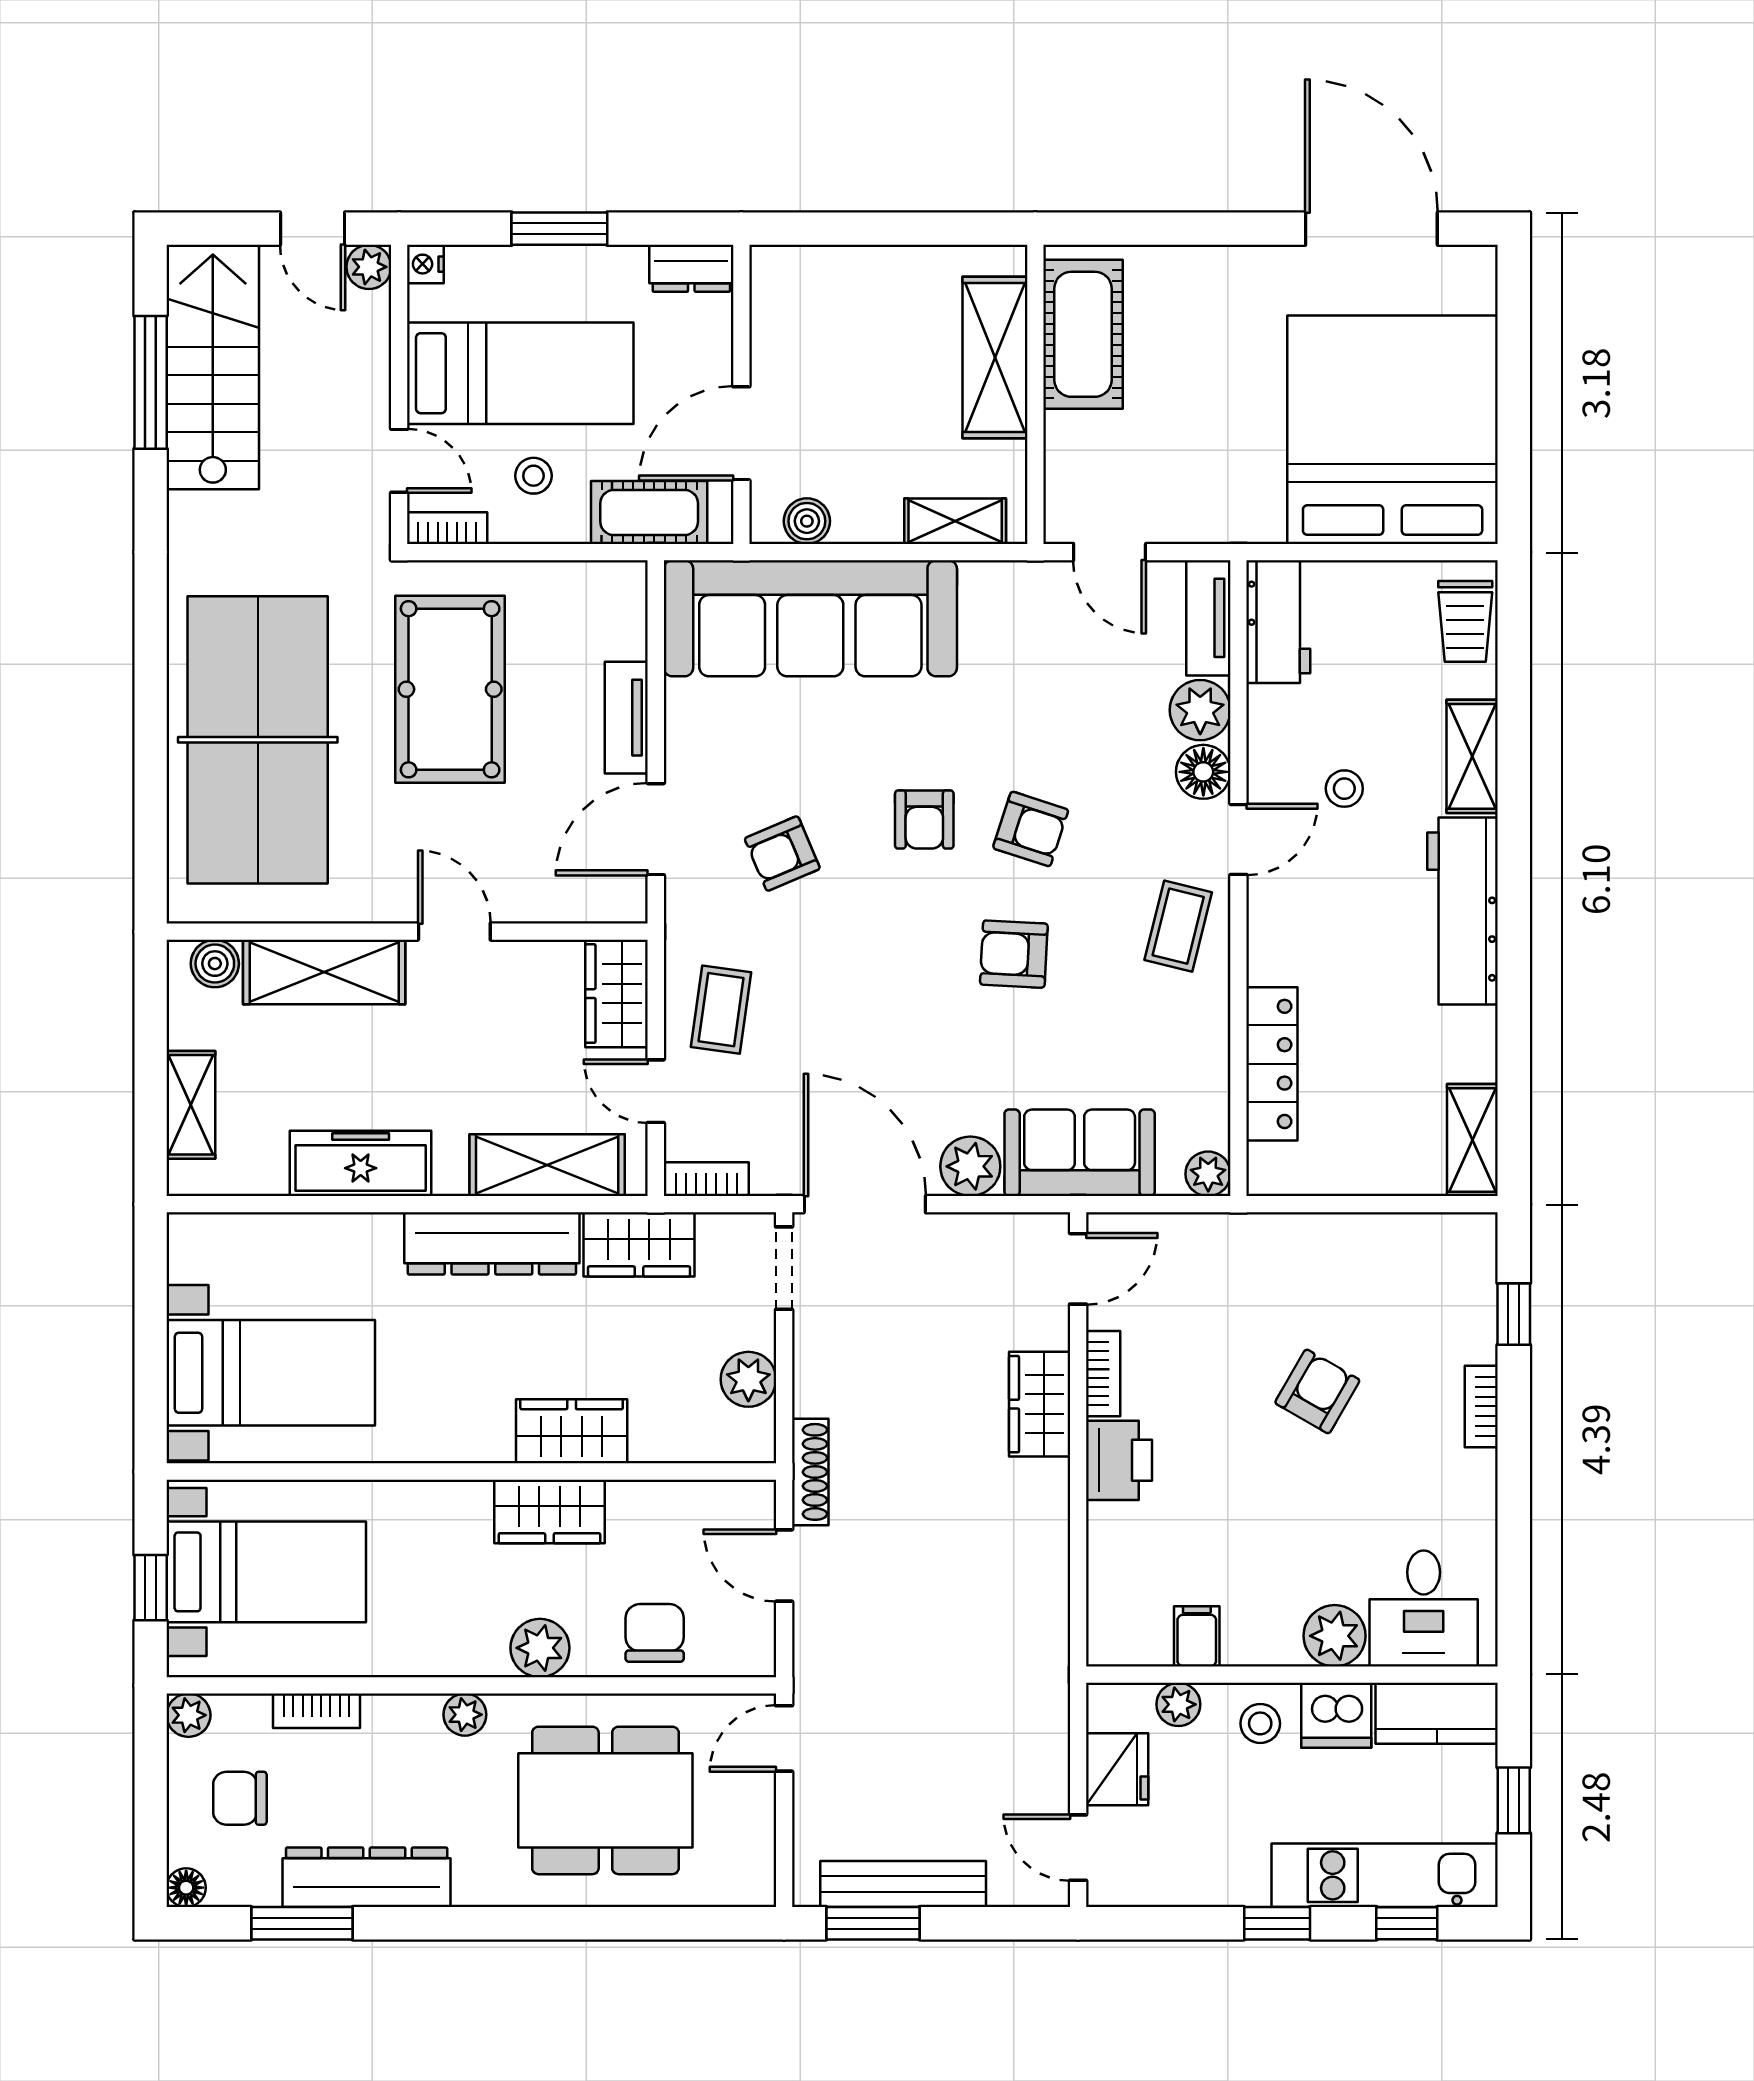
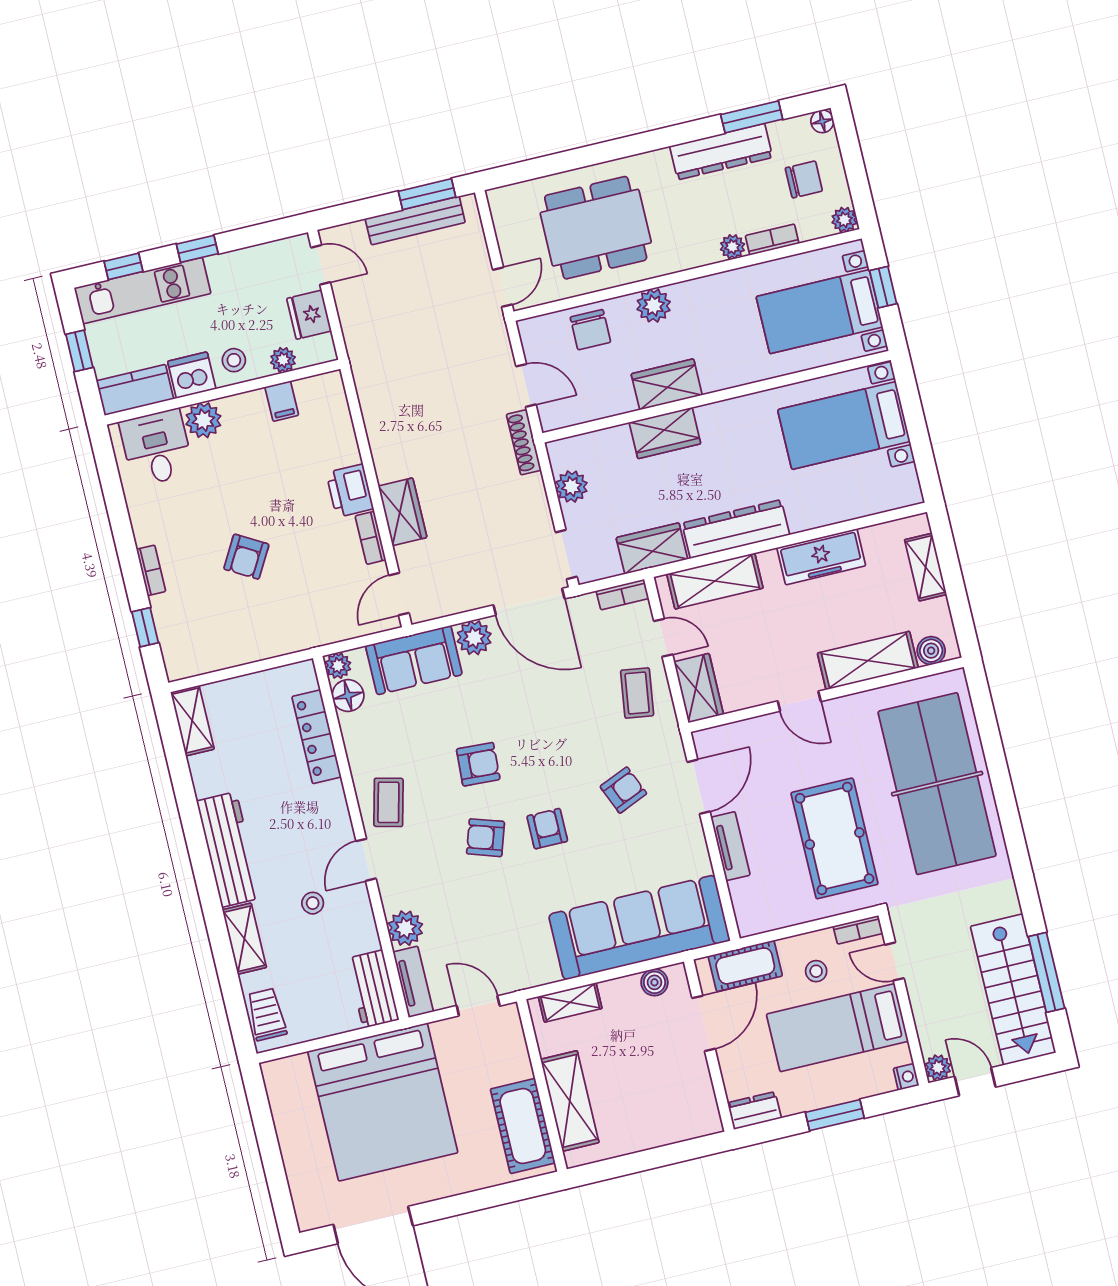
bed: (1393, 430) -> (383, 1102), moved
floor lamp: (1203, 772) -> (348, 696), moved
plant: (465, 1715) -> (732, 247), moved

